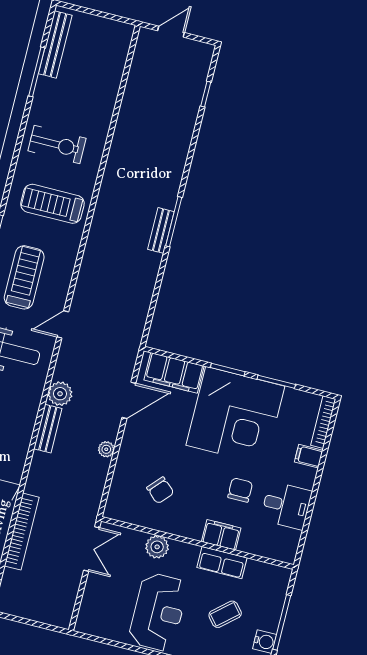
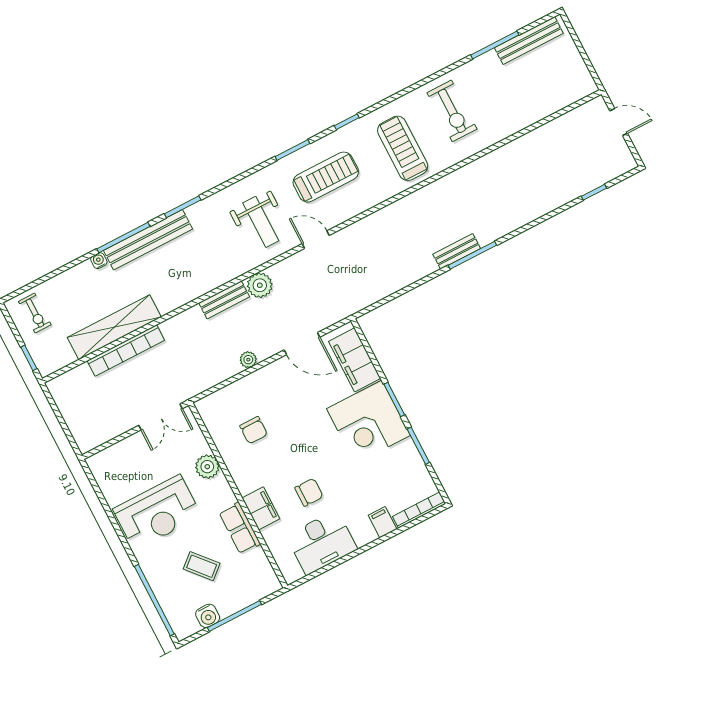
corner desk: (235, 416) -> (368, 422), width x0.74, depth x0.74
chair: (160, 490) -> (254, 430), turned -42
desk: (286, 506) -> (322, 543), width x1.37

